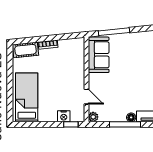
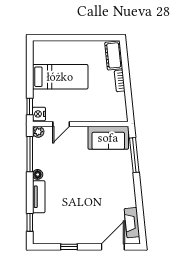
bed: (27, 97) -> (60, 77), moved
nightstand: (64, 116) -> (39, 114), moved
window: (125, 124) -> (30, 154), moved

